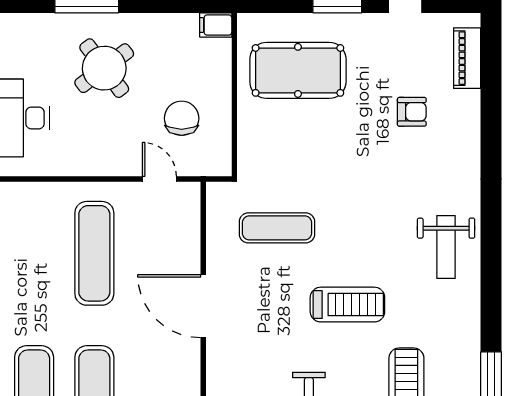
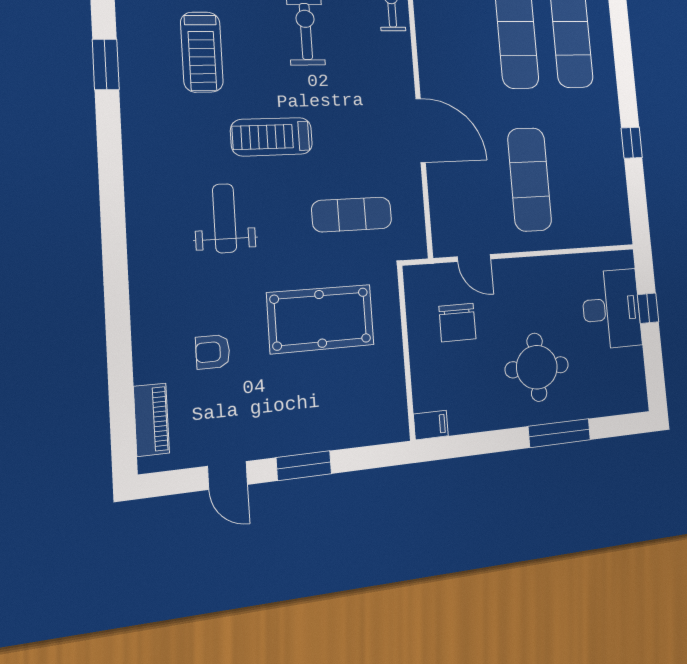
round table: (104, 68) -> (537, 367), turned 37
pool table: (298, 70) -> (321, 319), moved
weight bench: (446, 247) -> (225, 218), moved

